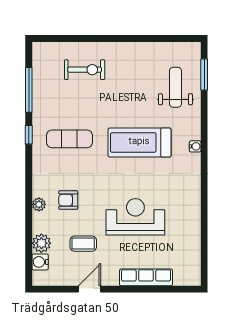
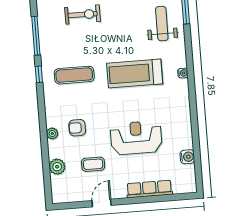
water cooler: (40, 262) -> (187, 157), moved, turned 180

